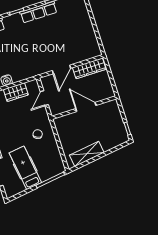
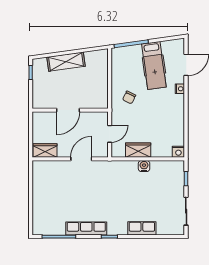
wardrobe: (89, 68) -> (45, 150), width x0.67
door: (86, 107) -> (68, 110), hinge flipped
shelving: (87, 154) -> (66, 62), moved

